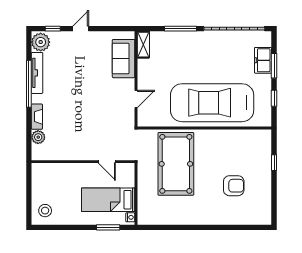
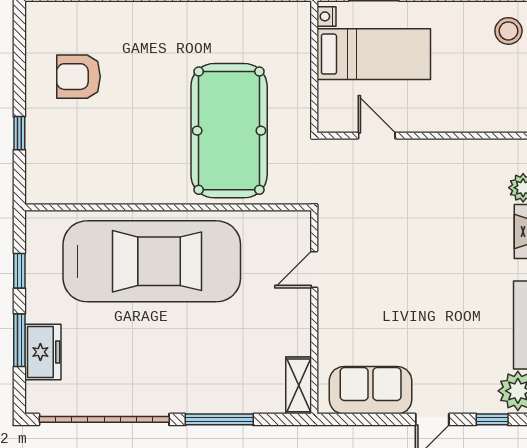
sofa: (124, 59) -> (371, 390), moved, turned -90
armchair: (234, 186) -> (78, 77), moved

